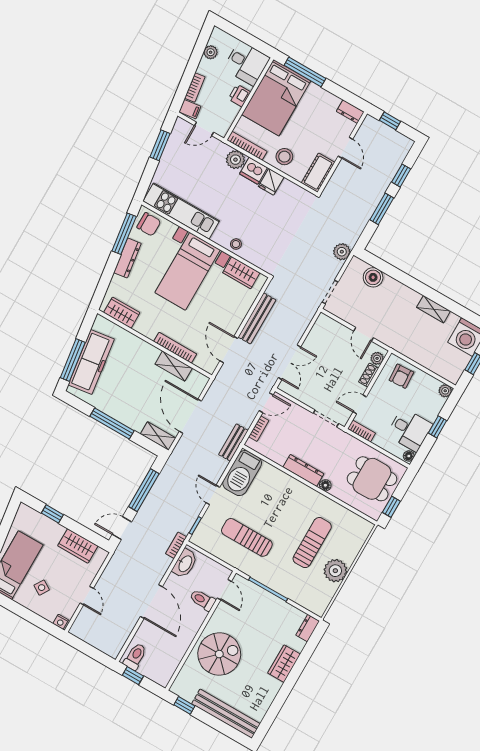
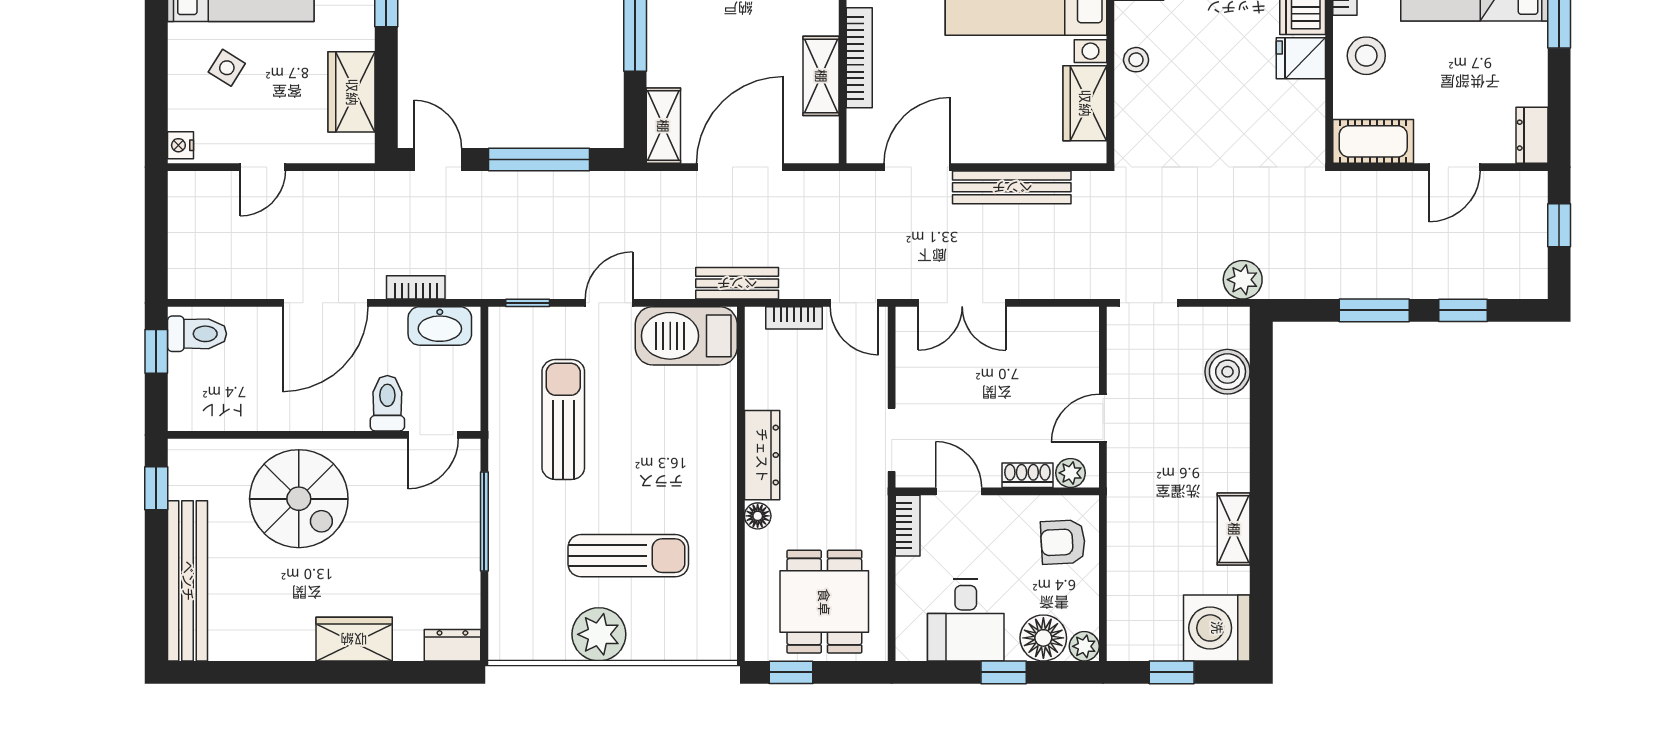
floor lamp: (409, 456) -> (1043, 638), moved, width x1.89, depth x1.89
bookcase: (176, 545) -> (416, 287), moved

